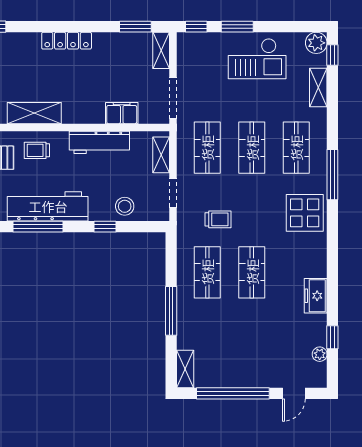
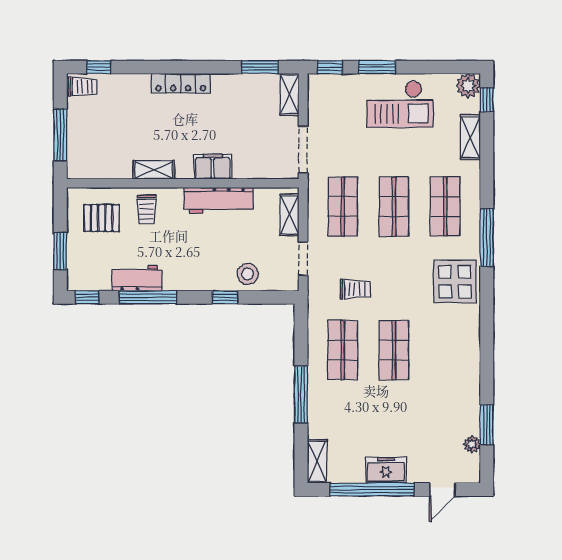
shelving: (34, 113) -> (154, 170), width x0.67, depth x0.75
filing cabinet: (122, 113) -> (213, 167), moved
trolley: (37, 150) -> (146, 210), turned -90
workbench: (48, 206) -> (137, 278), width x0.53, depth x0.76
freezer: (316, 296) -> (386, 470), moved, turned 90
window: (332, 337) -> (487, 425), width x1.50

